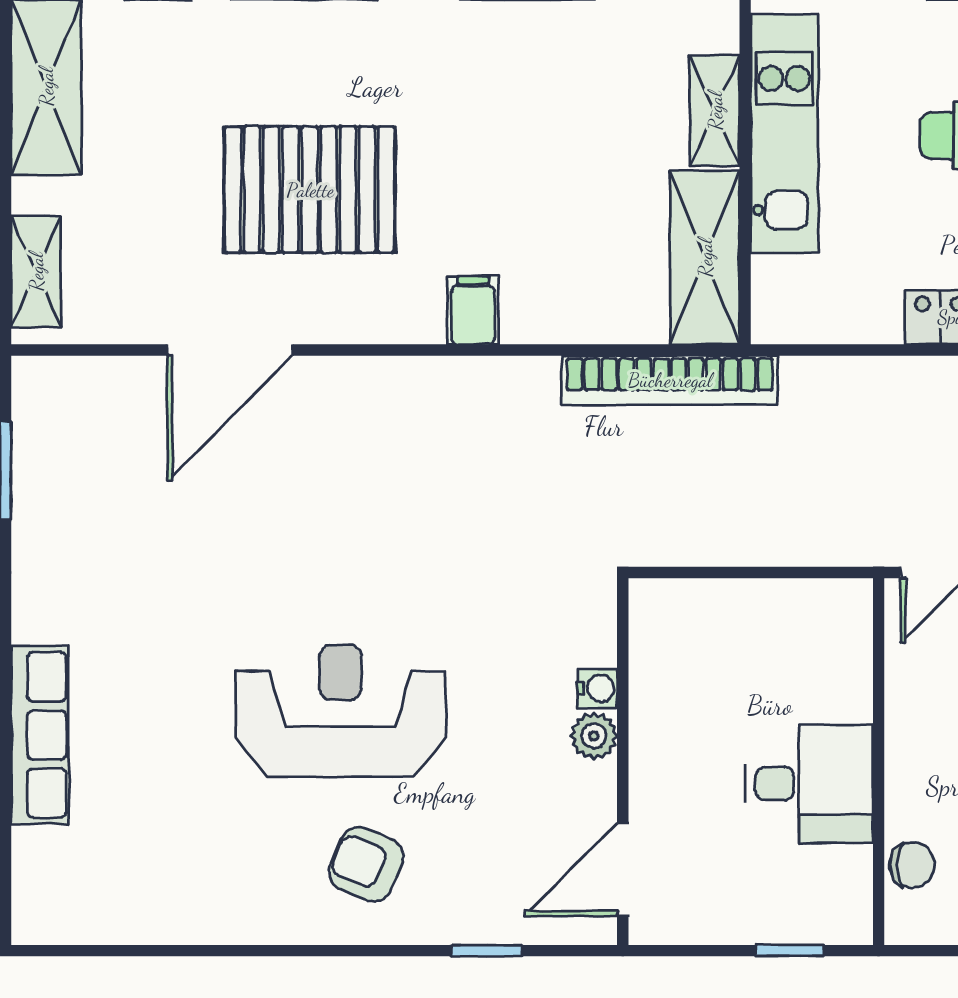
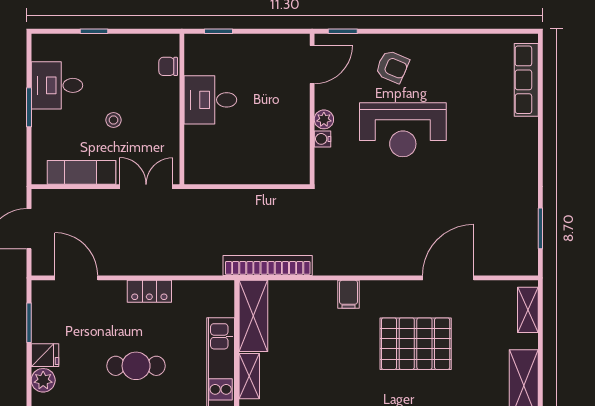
water cooler: (597, 688) -> (322, 139), moved
row of seats: (40, 735) -> (526, 80), moved
plant: (594, 736) -> (324, 119), moved
wall: (623, 762) -> (312, 109), moved
door: (623, 870) -> (312, 65), moved

